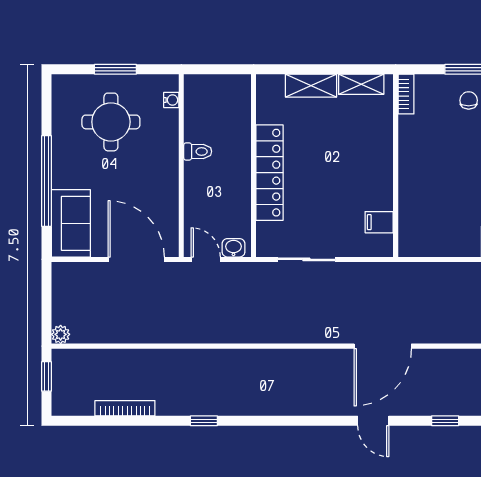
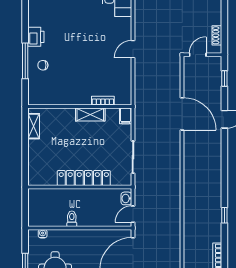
shelving: (311, 86) -> (90, 114), moved, turned 90
bookcase: (406, 94) -> (103, 101), moved
filing cabinet: (379, 222) -> (126, 116), moved

